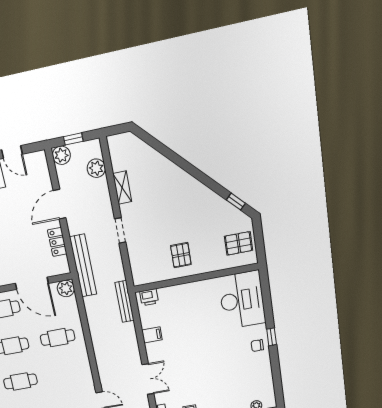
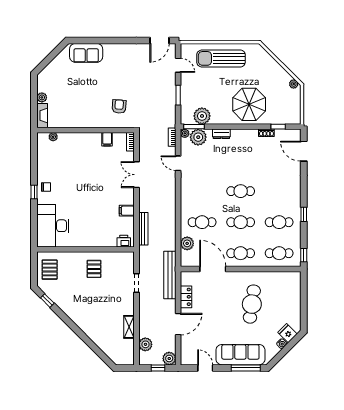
doorway: (120, 230) -> (136, 283), moved
pallet: (238, 243) -> (50, 270), turned 90
plant: (66, 288) -> (187, 243), moved
bench: (125, 301) -> (143, 229), moved

